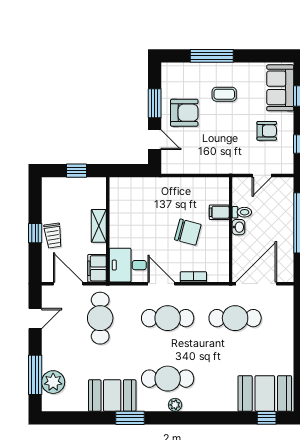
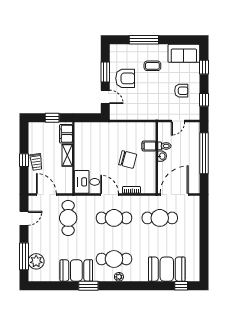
sofa: (280, 88) -> (184, 53), moved, turned -90
filing cabinet: (97, 268) -> (66, 134), moved
booth: (265, 393) -> (167, 269), moved

